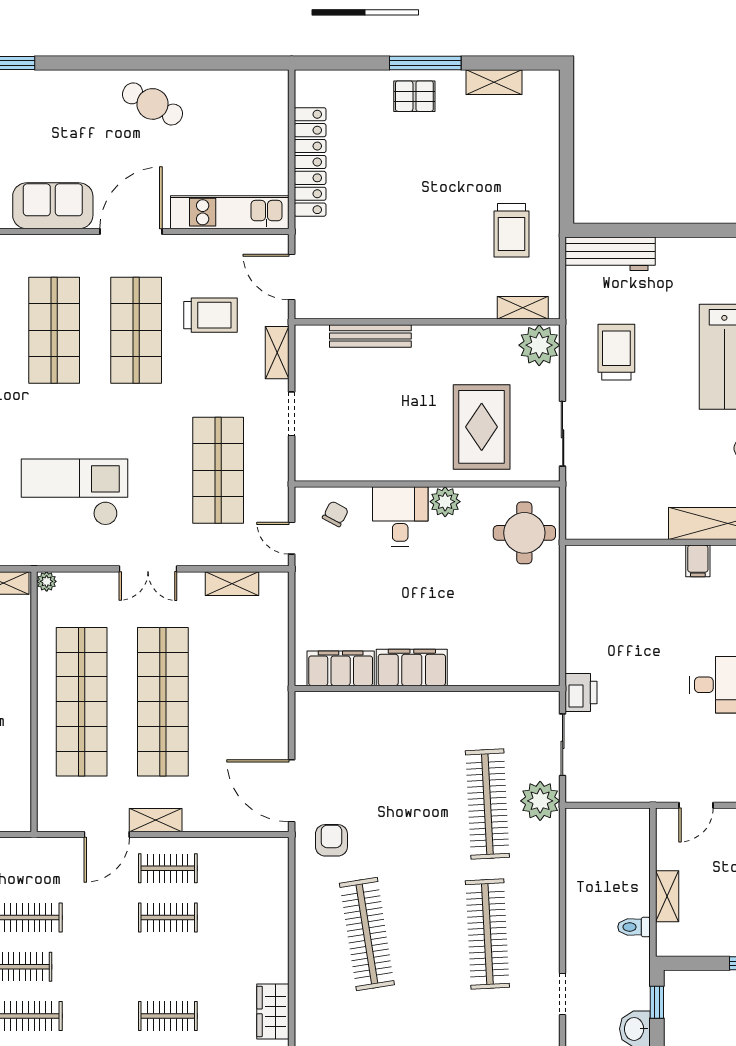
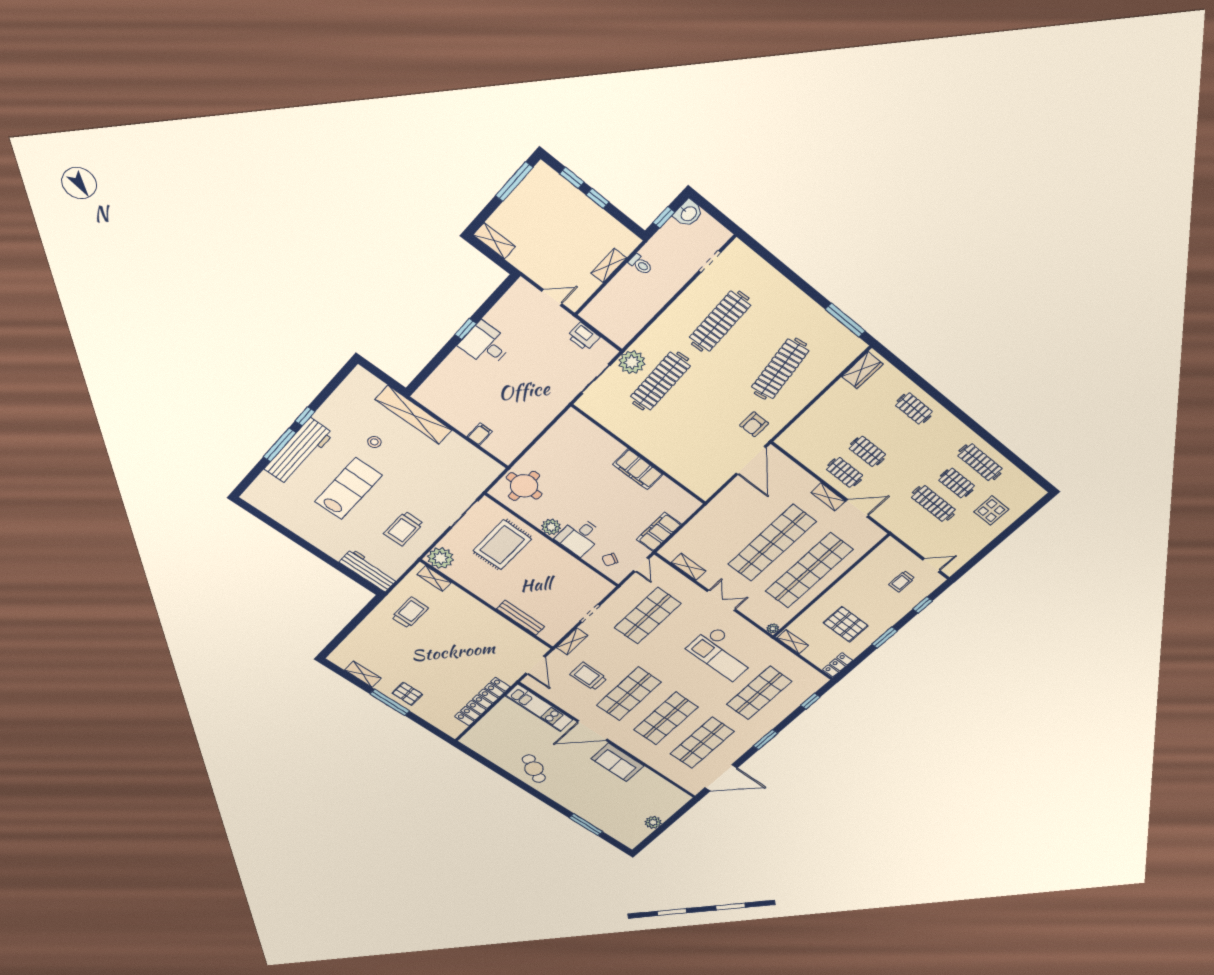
filing cabinet: (698, 561) -> (480, 434), moved
filing cabinet: (341, 668) -> (659, 532), moved, turned 90
printer: (581, 693) -> (584, 337), moved, turned -90

